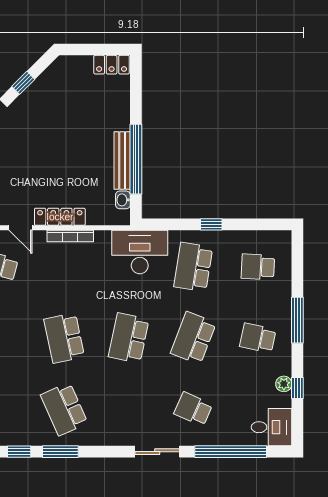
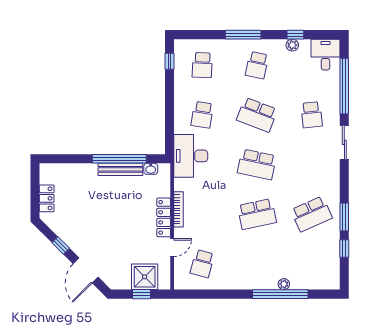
locker: (112, 65) -> (47, 198), moved
window: (211, 224) -> (170, 61), moved
school desk: (193, 267) -> (202, 115), width x0.54
school desk: (193, 409) -> (312, 115), turned -30

